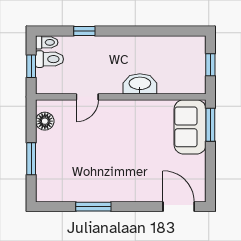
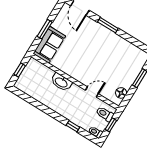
toilet: (50, 59) -> (105, 114), moved
window: (210, 125) -> (45, 29), moved
window: (93, 207) -> (108, 25), moved

